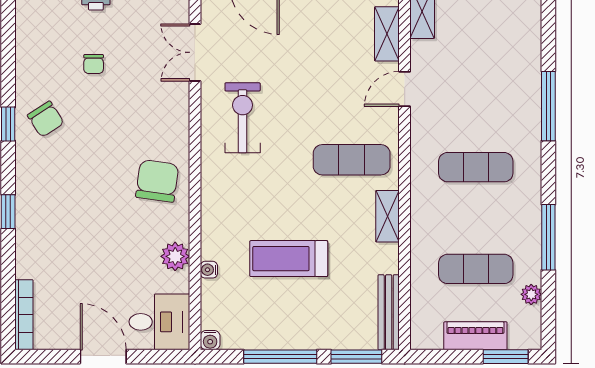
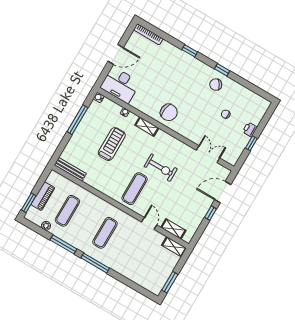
window: (548, 106) -> (95, 263), moved
exercise bike: (243, 118) -> (161, 168), moved
shelving: (388, 216) -> (147, 127), moved
plant: (175, 256) -> (137, 103), removed
desk: (159, 322) -> (120, 85), width x1.37
window: (356, 357) -> (61, 148), removed

